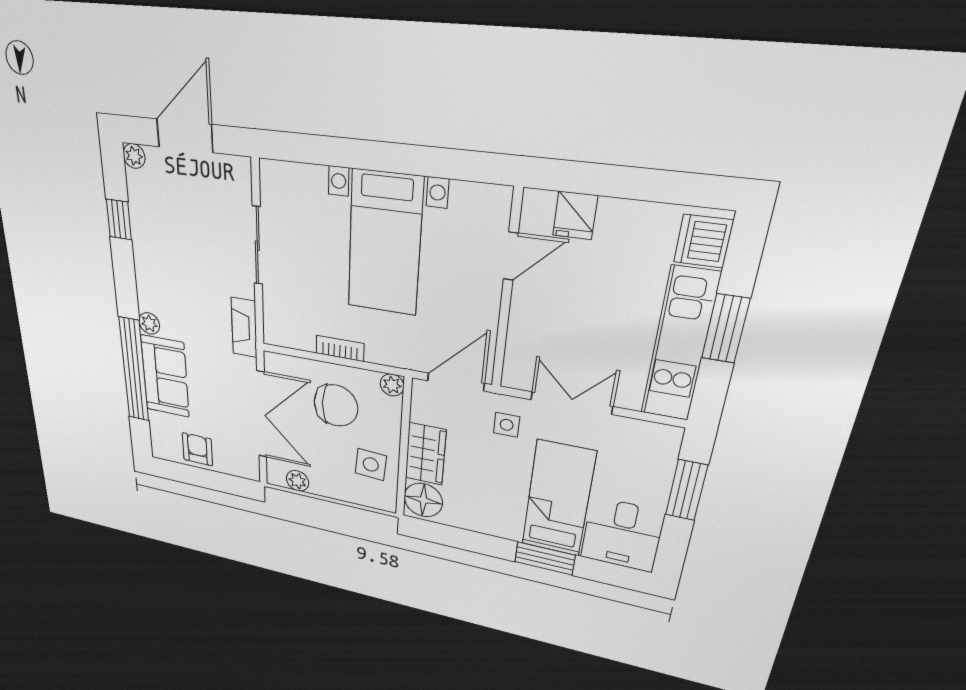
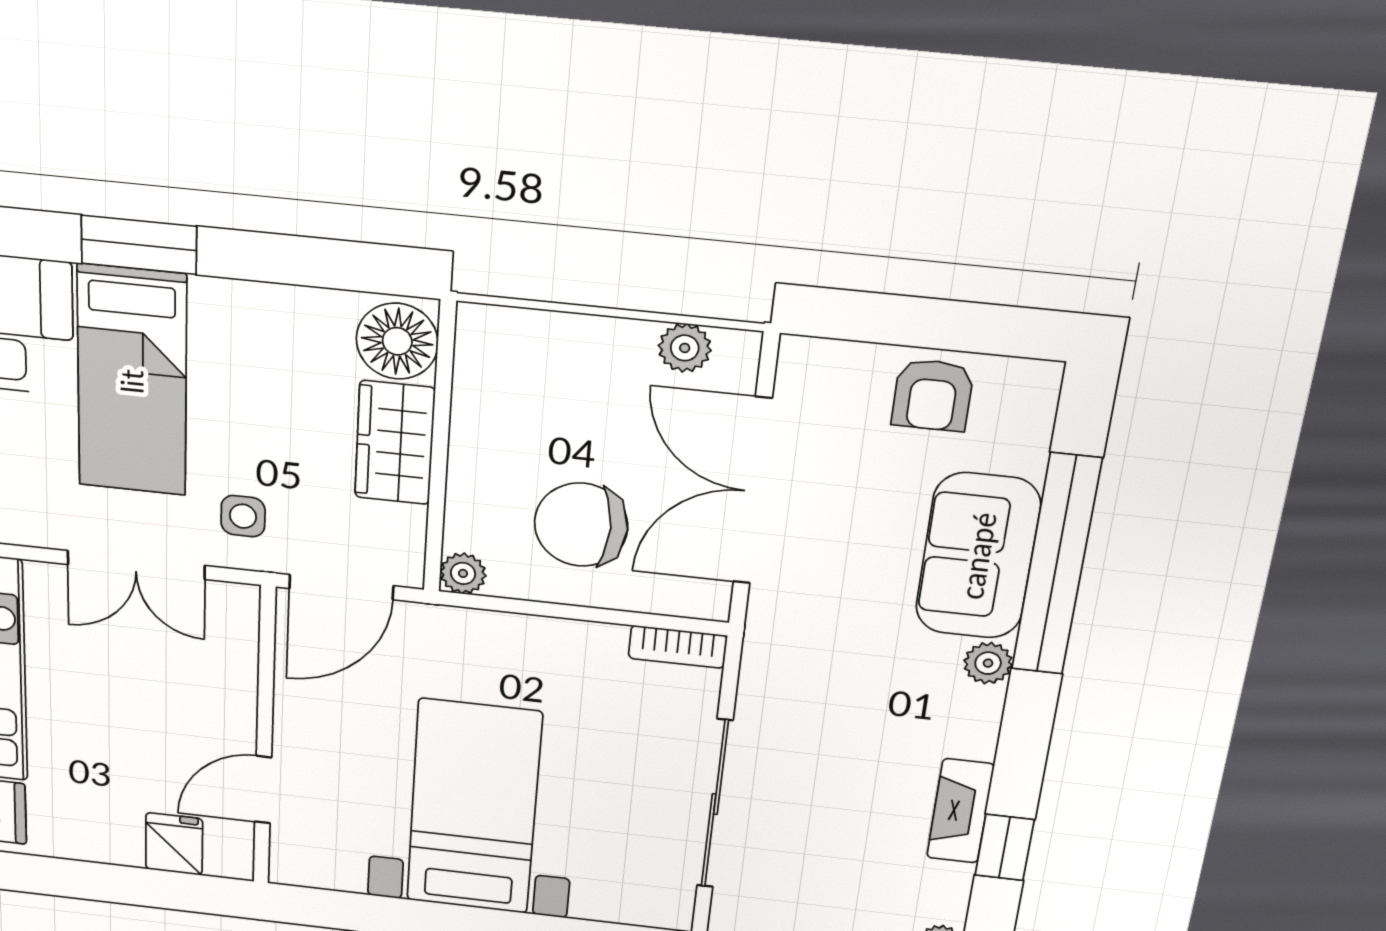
sliding door: (257, 246) -> (715, 804), width x1.37
fireplace: (244, 328) -> (960, 811), moved, turned 180
bookcase: (340, 348) -> (678, 647), moved
side table: (371, 464) -> (511, 407), removed

